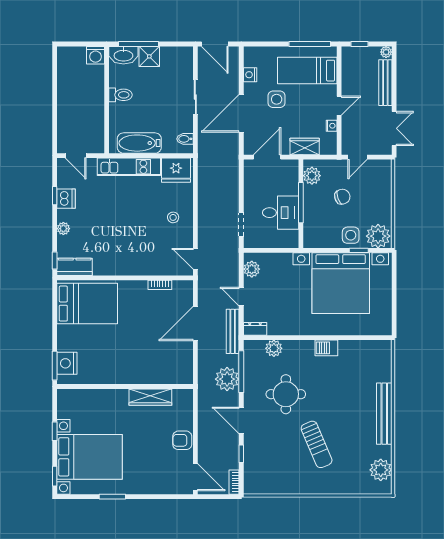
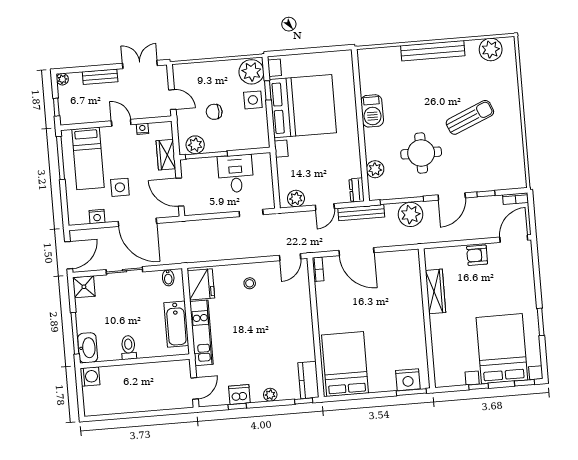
shower: (149, 56) -> (84, 287), moved
bench: (385, 83) -> (100, 77), width x0.73
chair: (342, 197) -> (214, 112), turned -70
window: (301, 203) -> (206, 155), moved
bookcase: (160, 285) -> (318, 269), moved
barbecue: (326, 348) -> (372, 111), width x1.38, depth x1.27
armchair: (182, 440) -> (477, 255), turned 90

